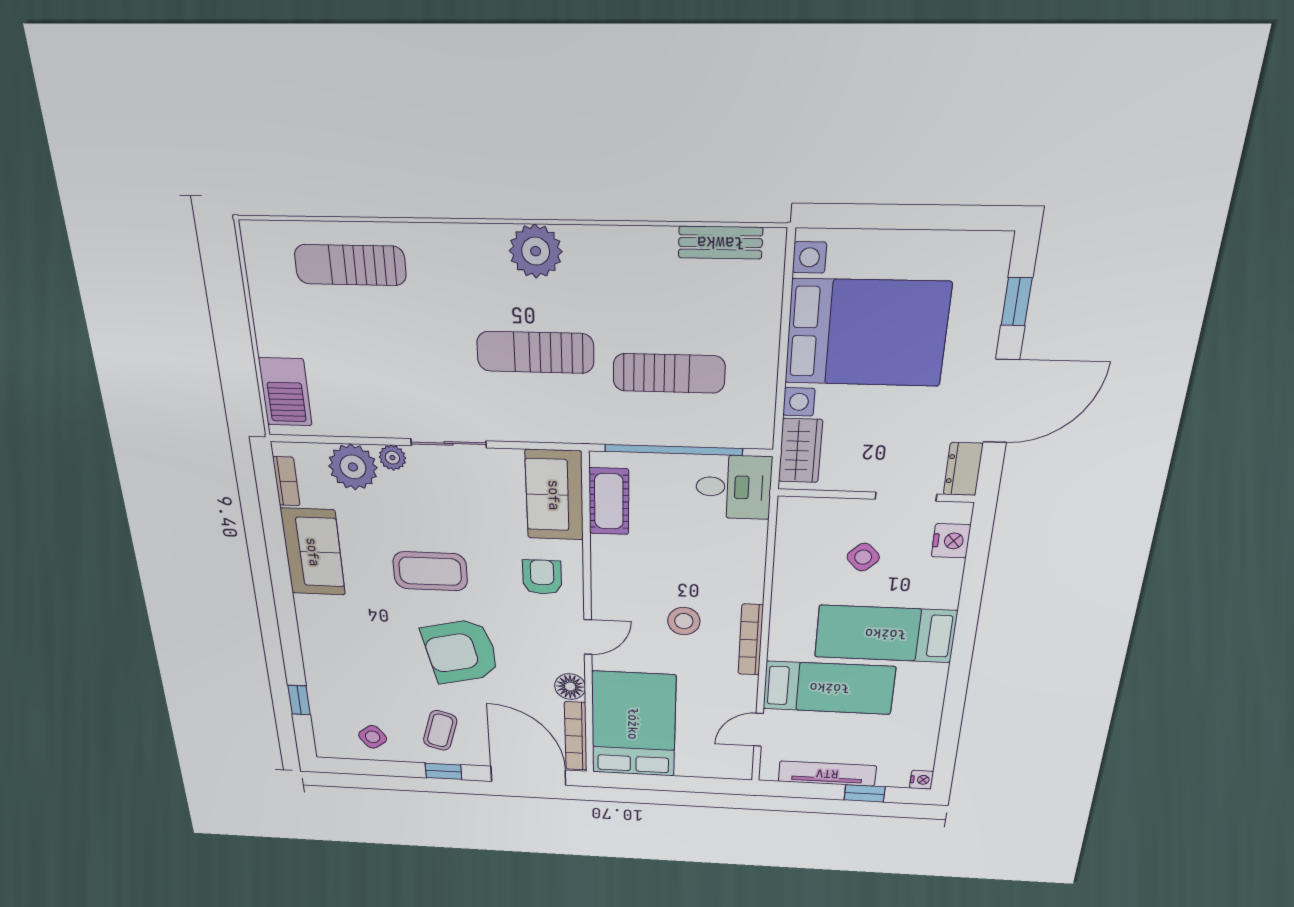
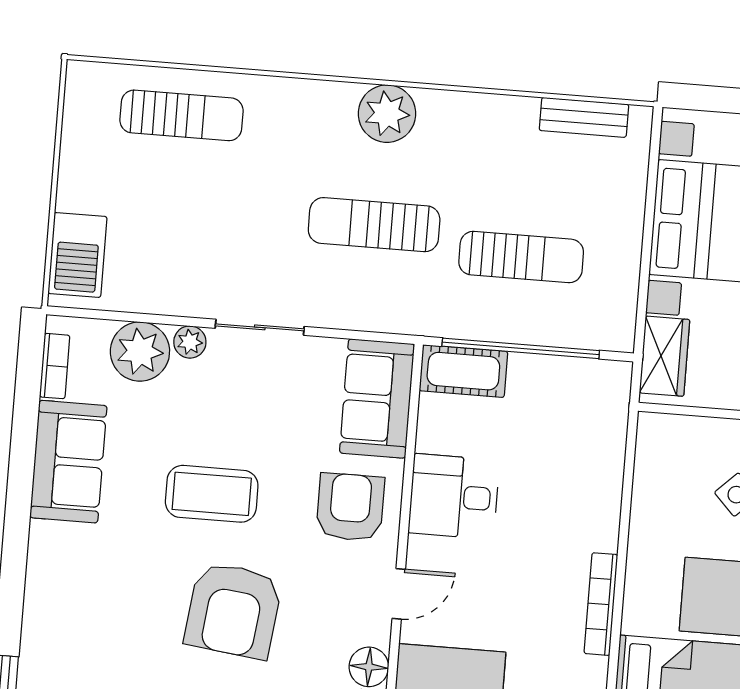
sun lounger: (350, 265) -> (181, 115), turned 180
desk: (734, 487) -> (454, 496), moved, turned 180
cot: (609, 501) -> (463, 371), moved, turned 90
armchair: (542, 577) -> (350, 507), width x1.38, depth x1.38
stool: (684, 621) -> (520, 575), removed
armchair: (461, 651) -> (233, 610), turned -70

